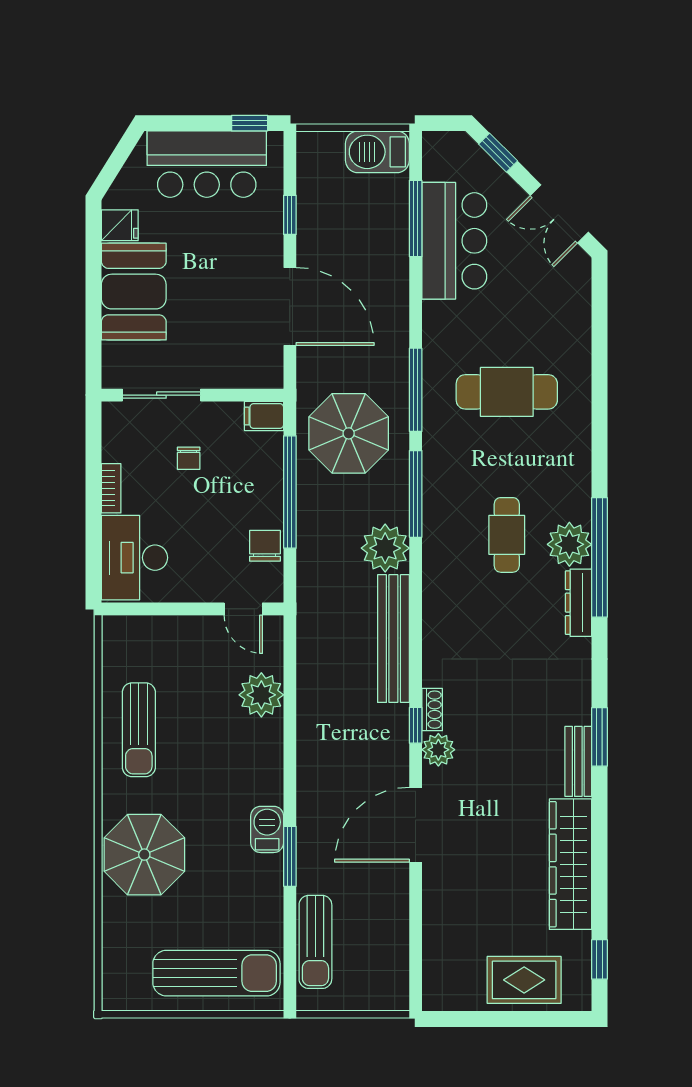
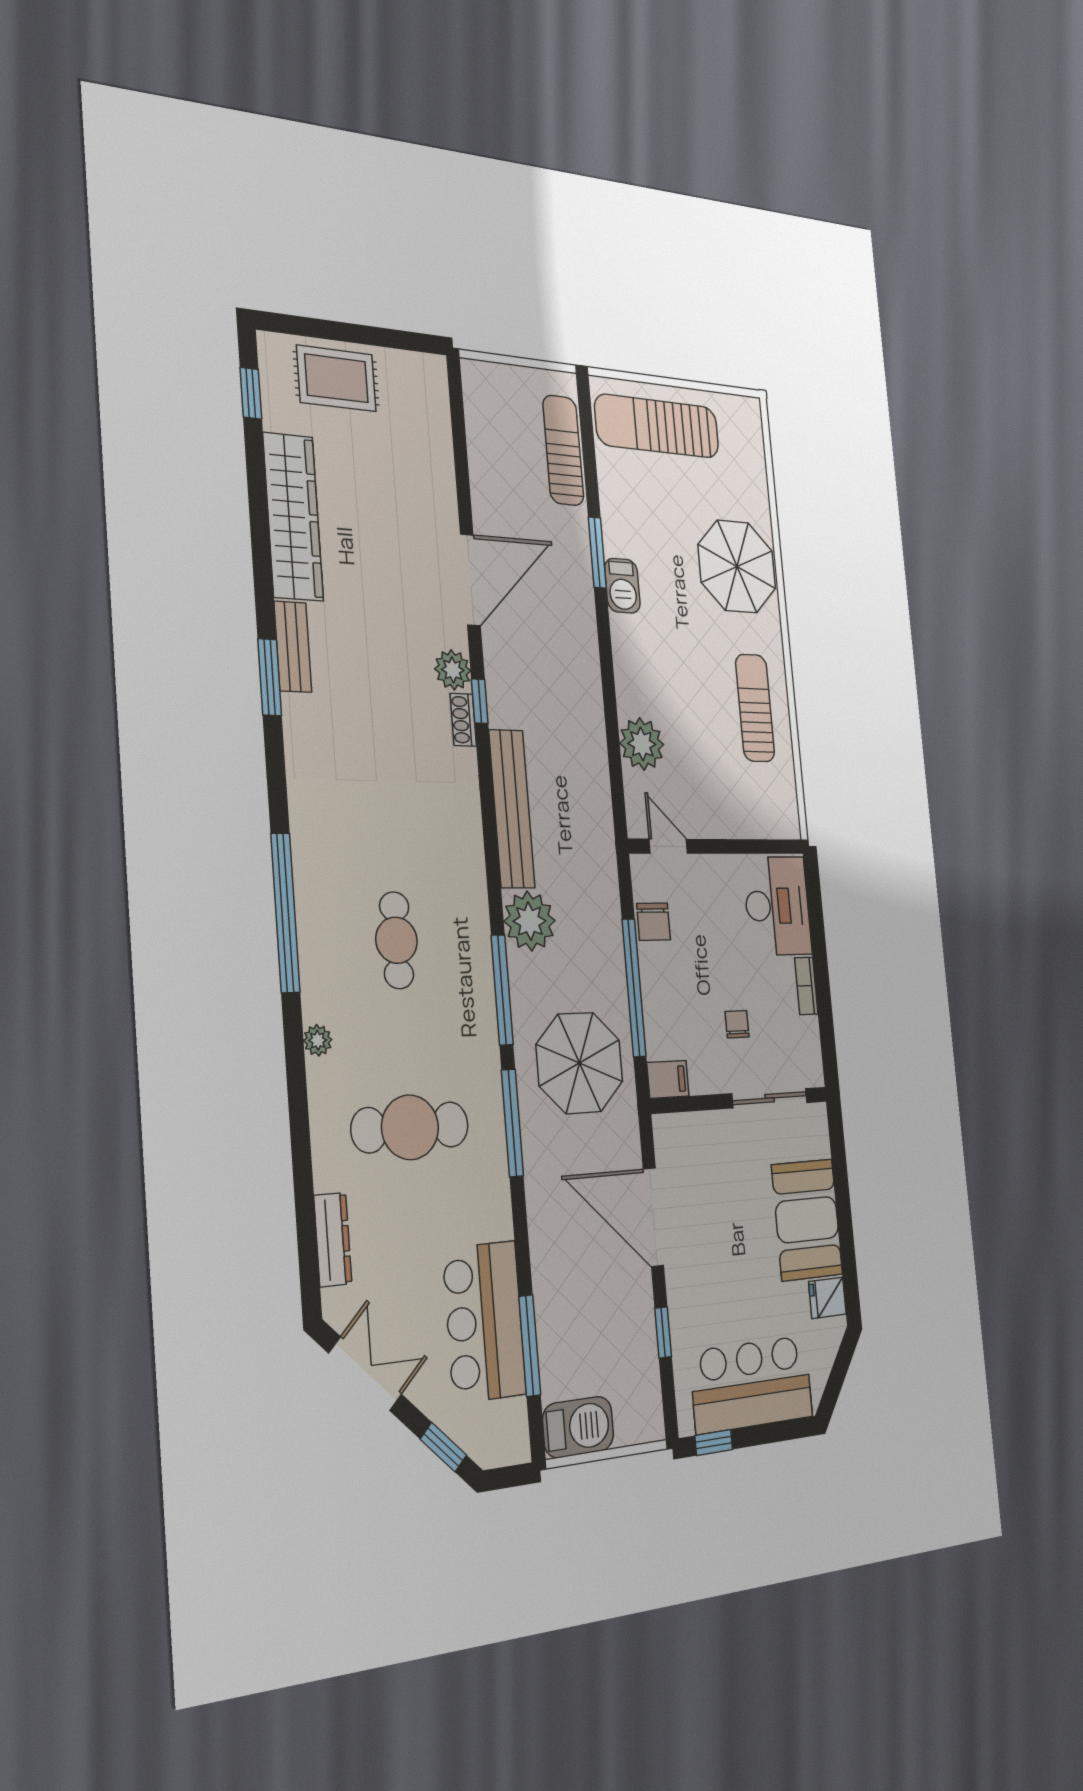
plant: (569, 544) -> (318, 1040), moved, width x0.53, depth x0.53
dresser: (578, 603) -> (333, 1240), moved

